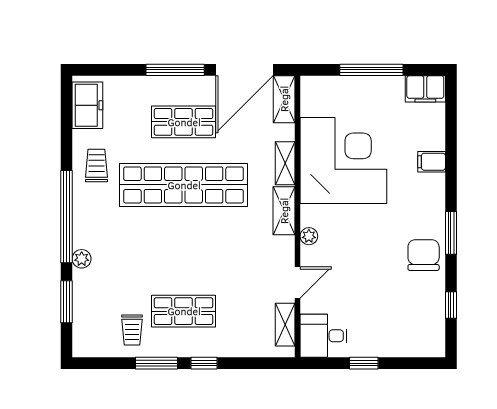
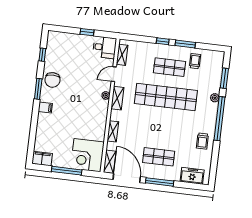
door: (244, 70) -> (127, 178), hinge flipped
freezer: (87, 105) -> (192, 176), moved, turned 90
corner desk: (343, 161) -> (87, 155), moved, width x0.74, depth x0.74
filing cabinet: (432, 162) -> (45, 107), moved
shop shelf: (184, 185) -> (166, 97), moved
shelving: (284, 211) -> (117, 98), moved

